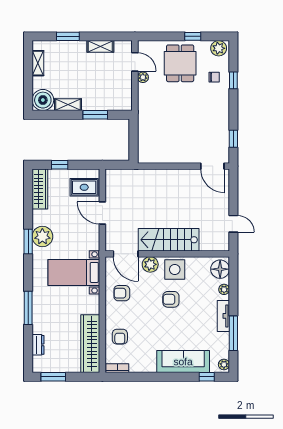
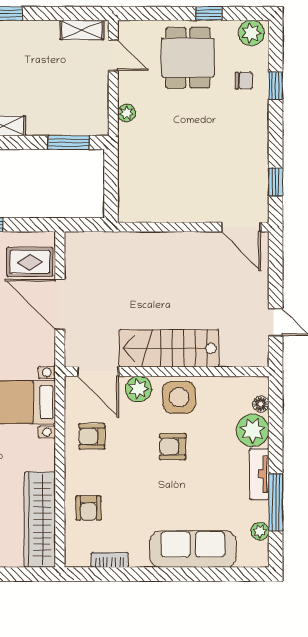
shelving: (100, 46) -> (82, 30), moved
plant: (143, 77) -> (127, 113), moved
window: (95, 115) -> (69, 142), moved
door: (102, 213) -> (60, 304), width x1.36
floor lamp: (220, 269) -> (261, 404), width x0.53, depth x0.53
plant: (224, 289) -> (253, 430), width x1.87, depth x1.87
plant: (224, 365) -> (260, 531), moved
bookcase: (117, 368) -> (110, 560), moved
window: (207, 377) -> (232, 574), removed

